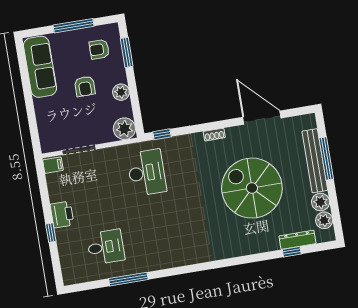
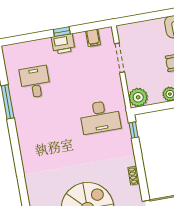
filing cabinet: (53, 165) -> (93, 38), moved
window: (51, 233) -> (62, 32), moved
desk: (106, 247) -> (35, 82), turned 180

